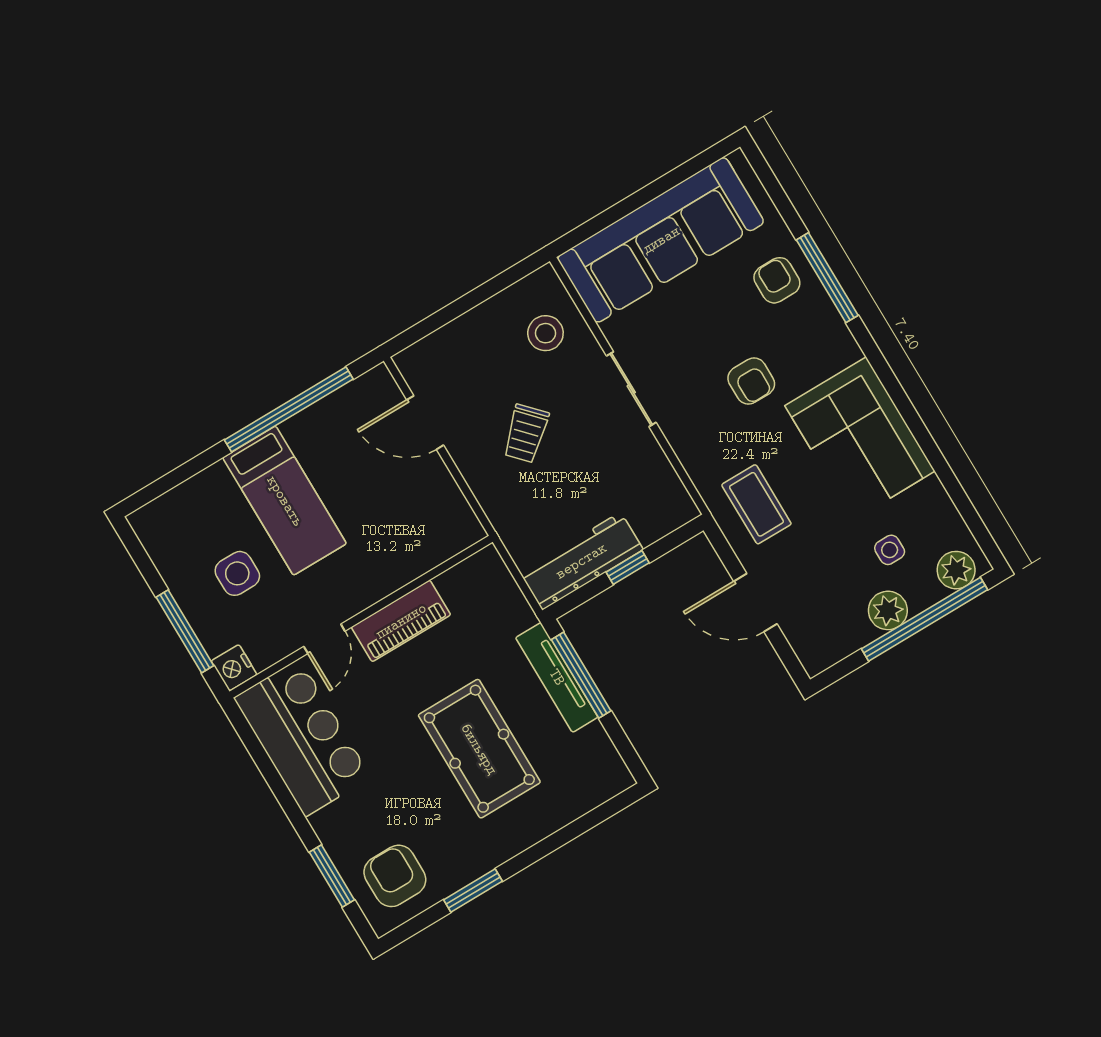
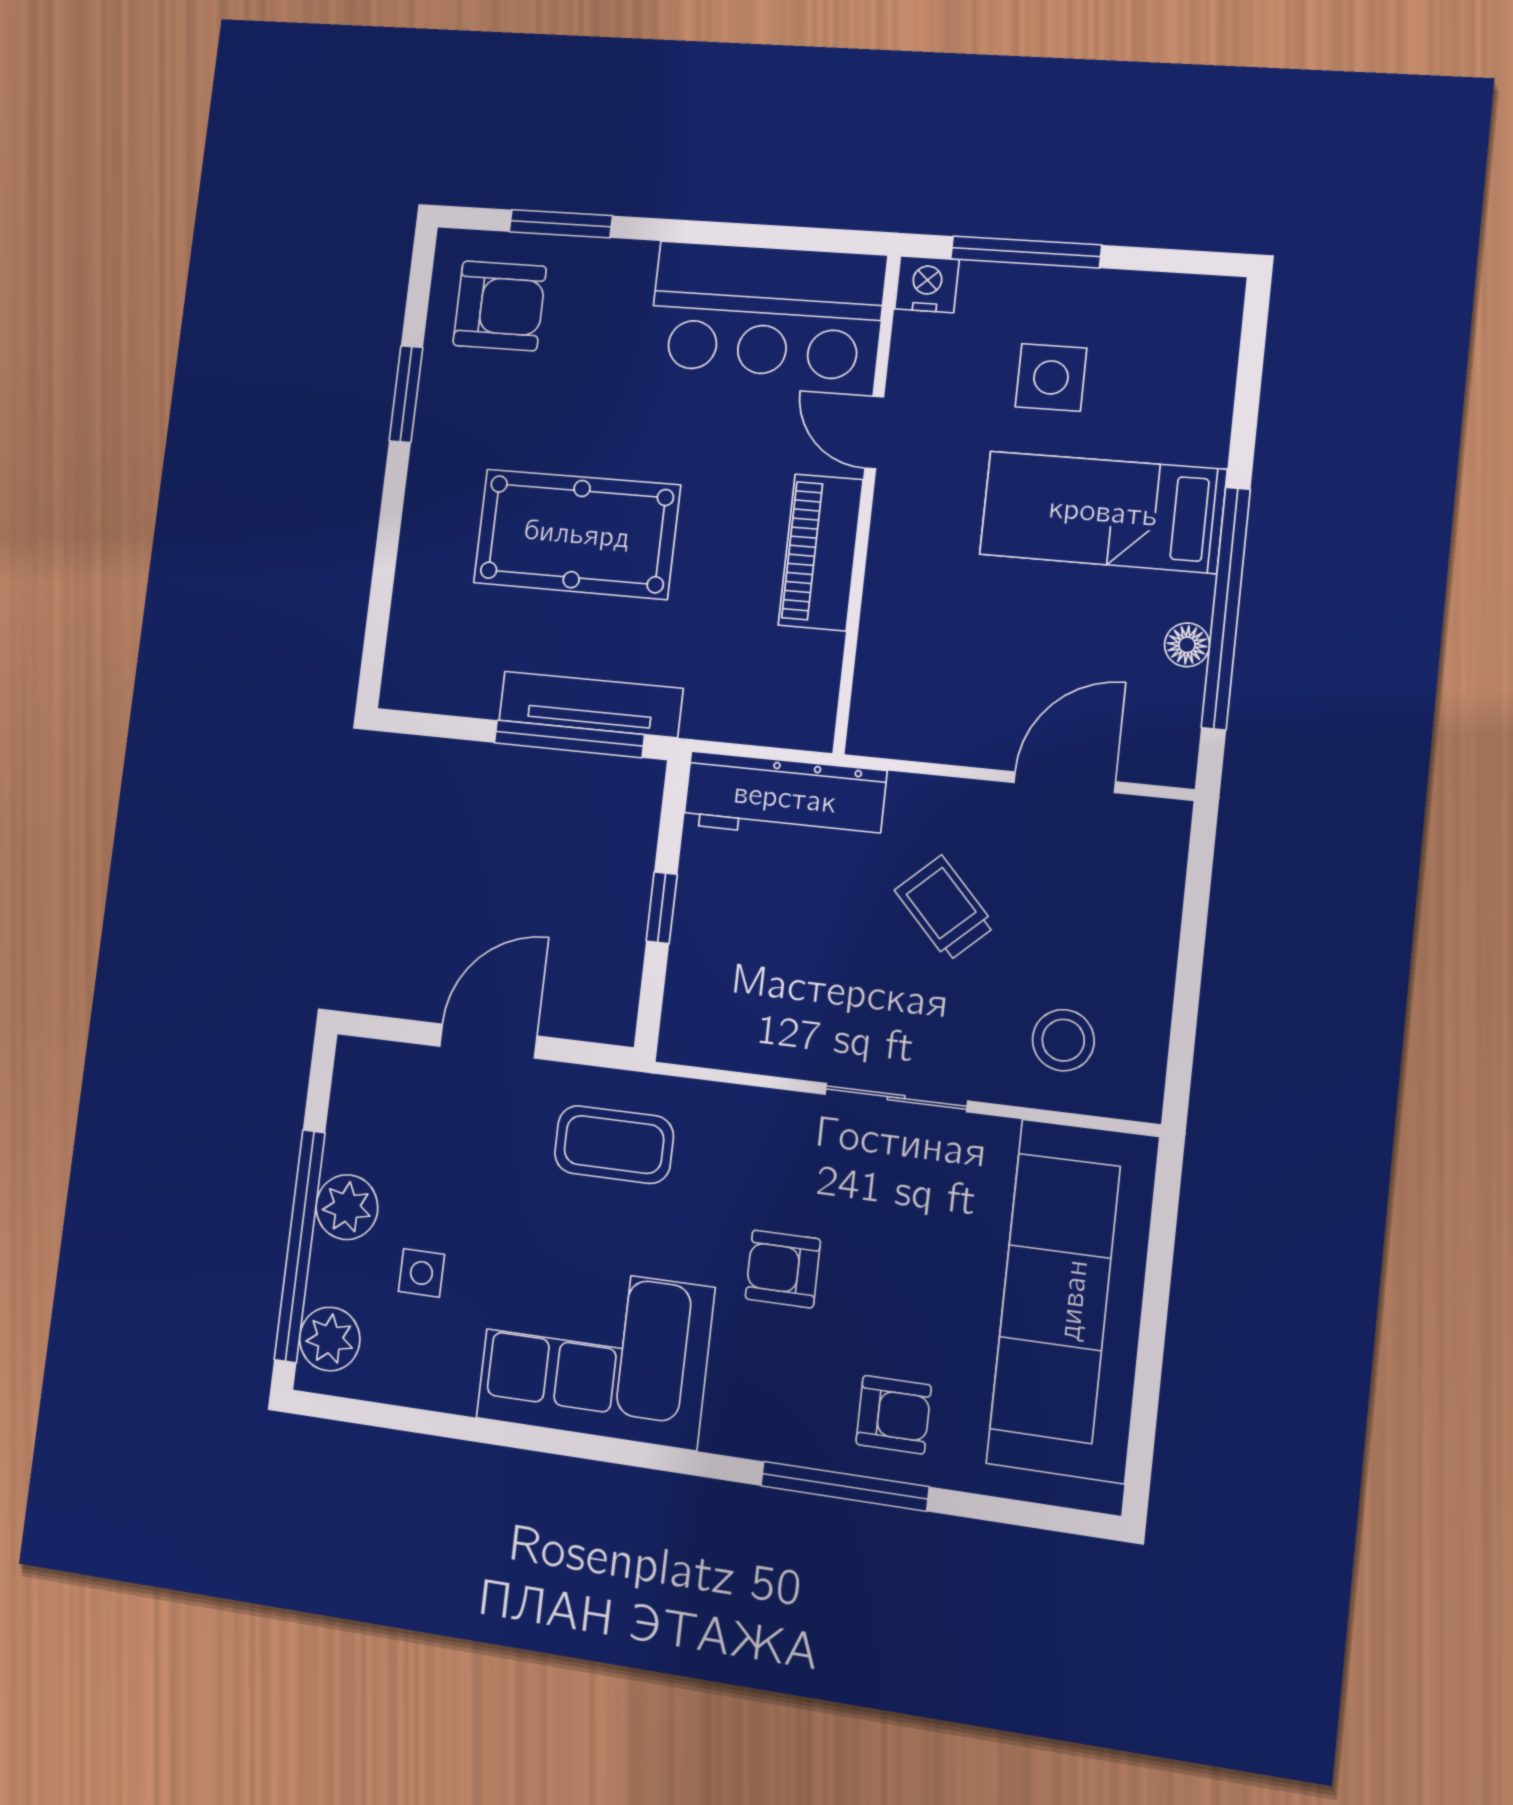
floor lamp: (319, 414) -> (1187, 645), added
workbench: (581, 561) -> (785, 798), moved, turned 90

